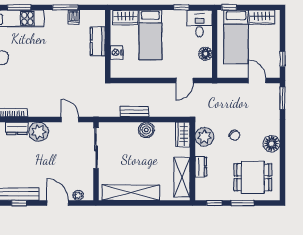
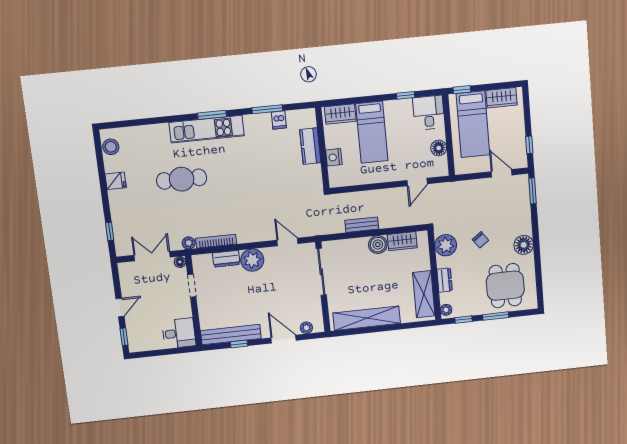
wardrobe: (183, 134) -> (402, 241), moved, turned -90
dining table: (253, 177) -> (505, 286), turned 90
plant: (200, 193) -> (446, 310), added

